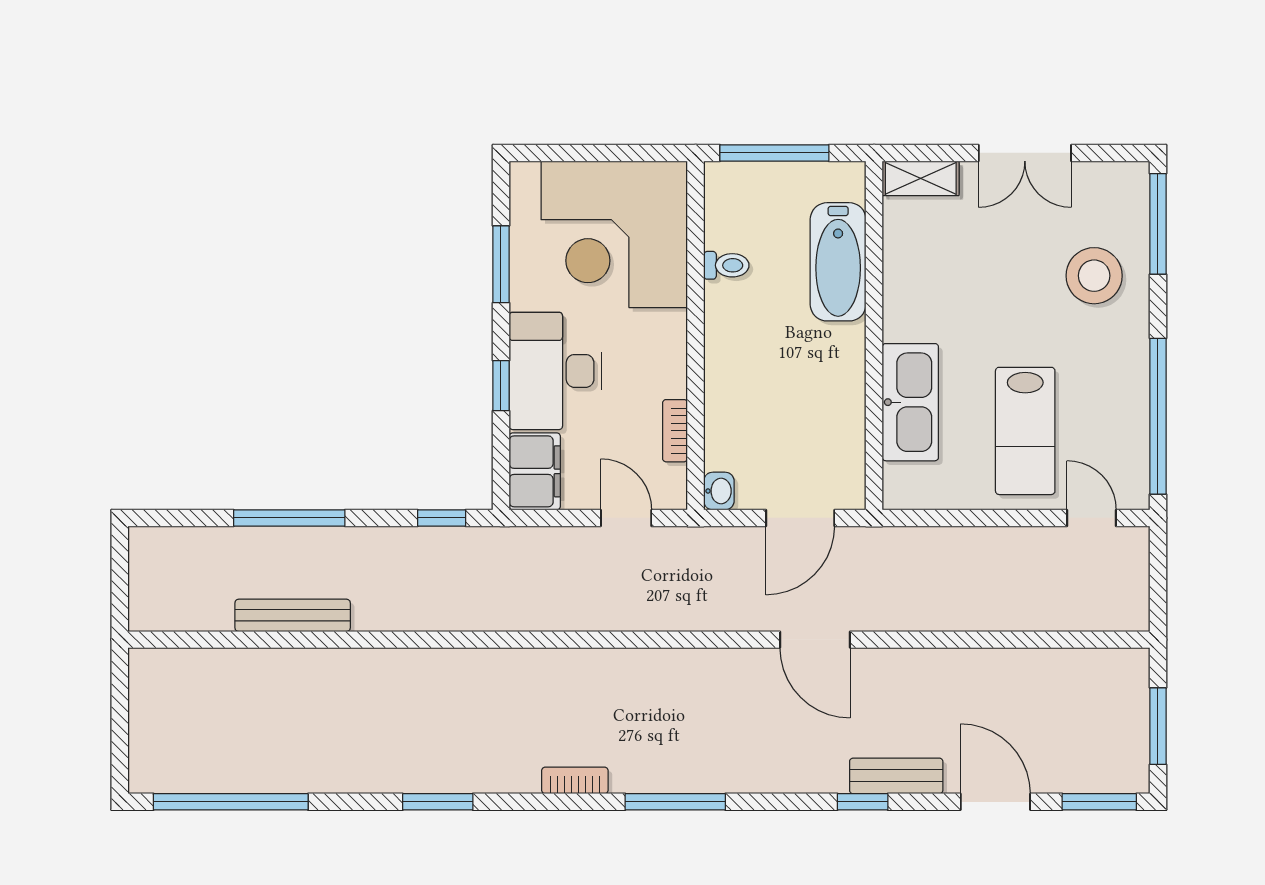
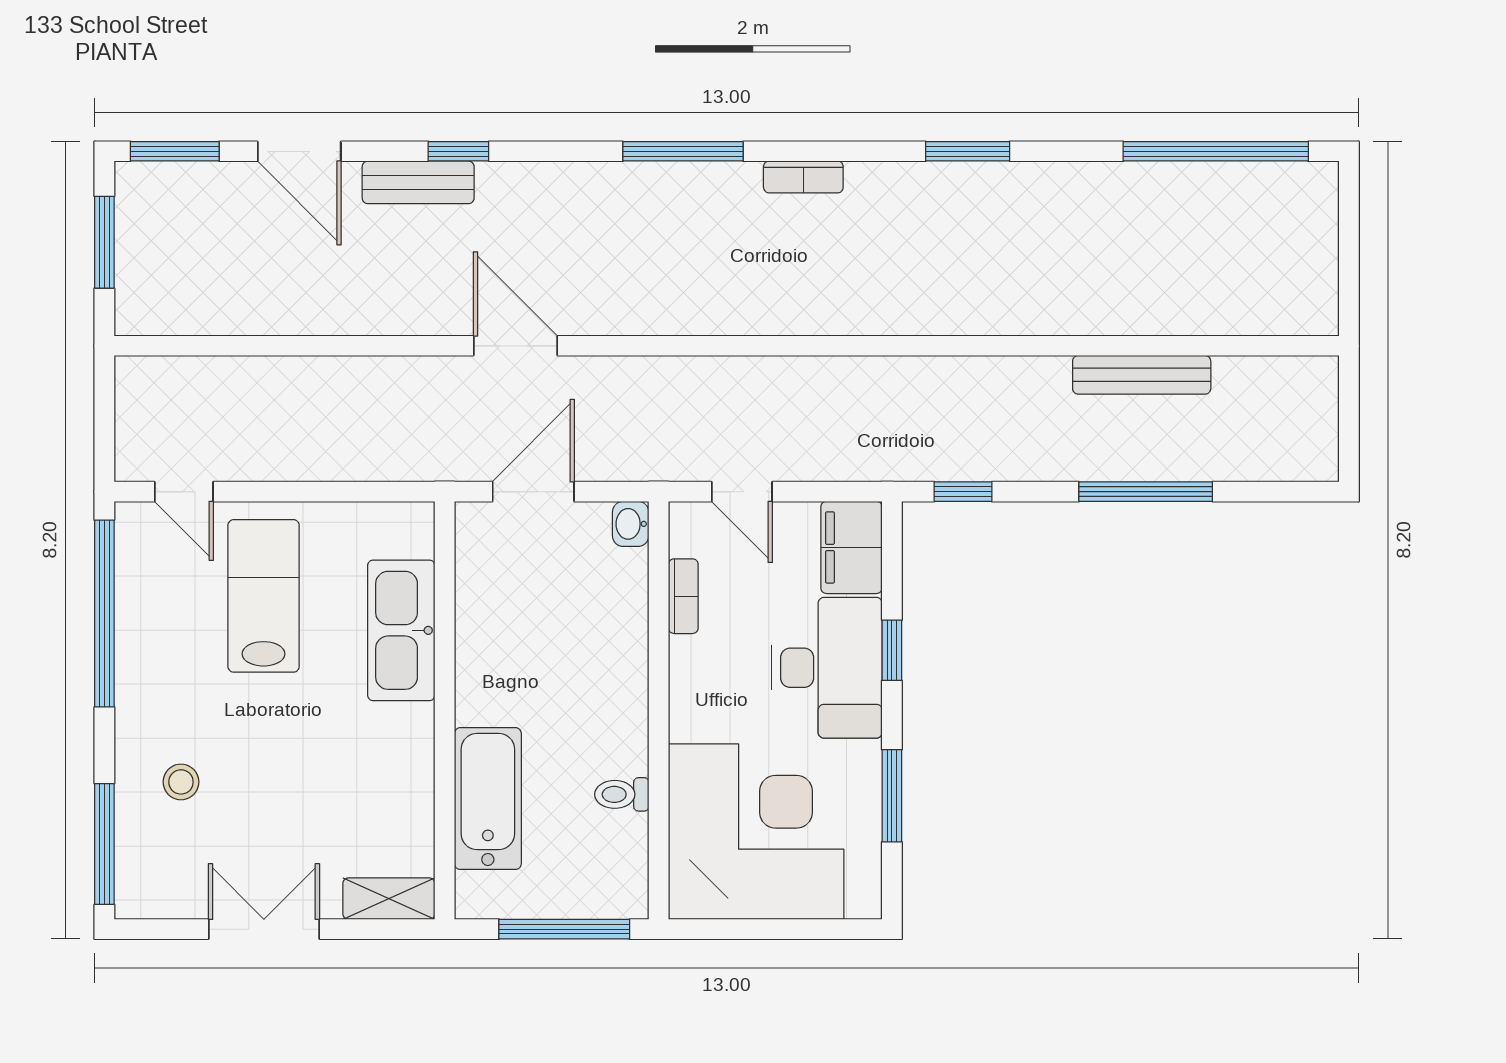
stool: (1094, 276) -> (181, 782), width x0.53, depth x0.53

